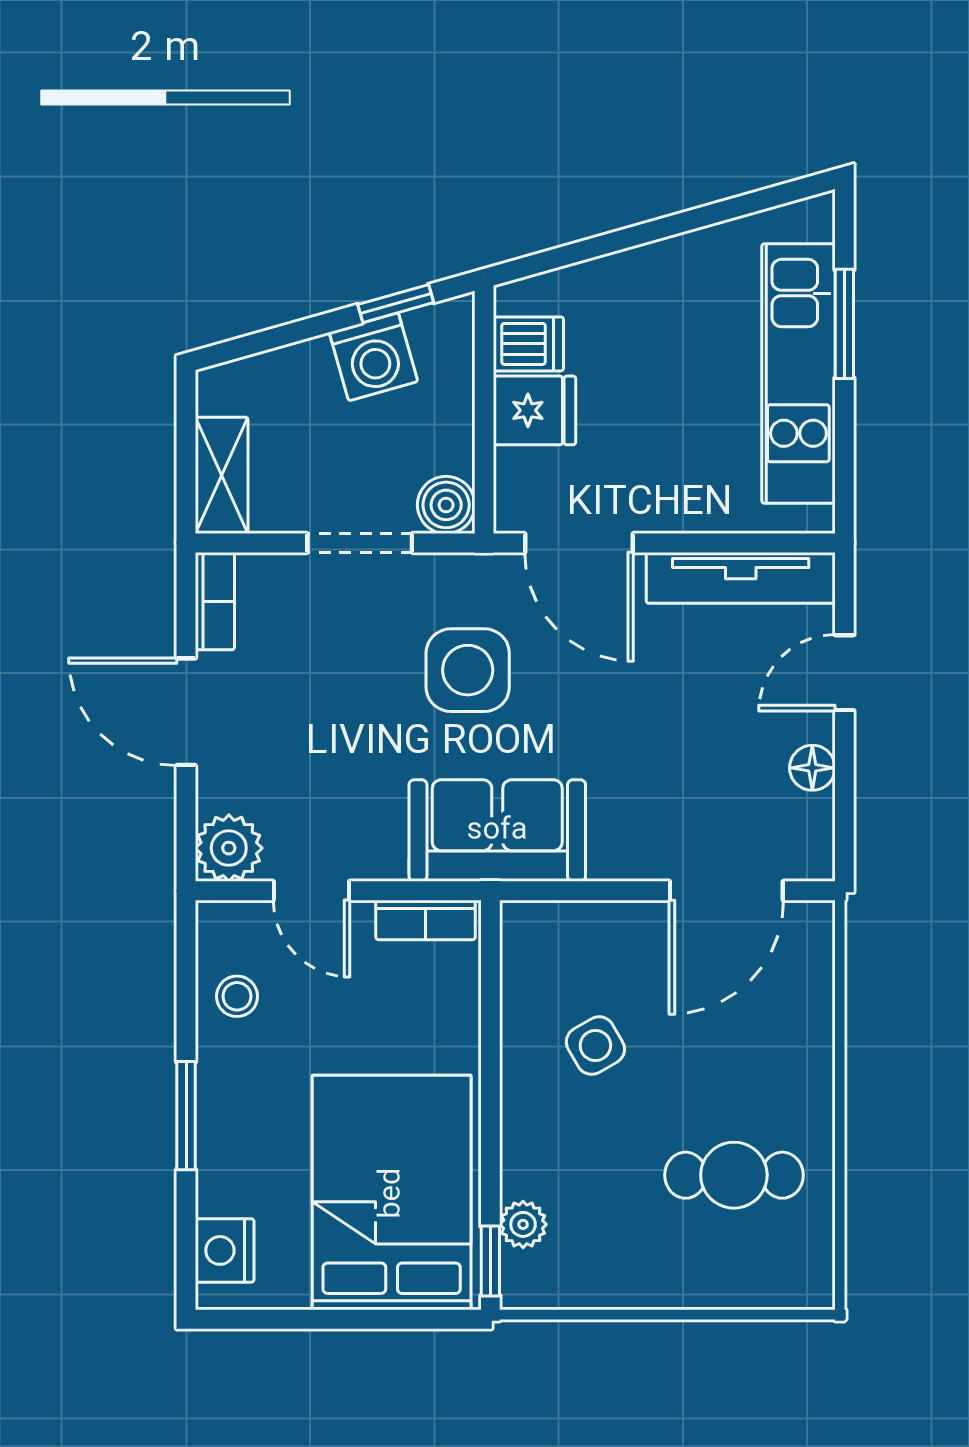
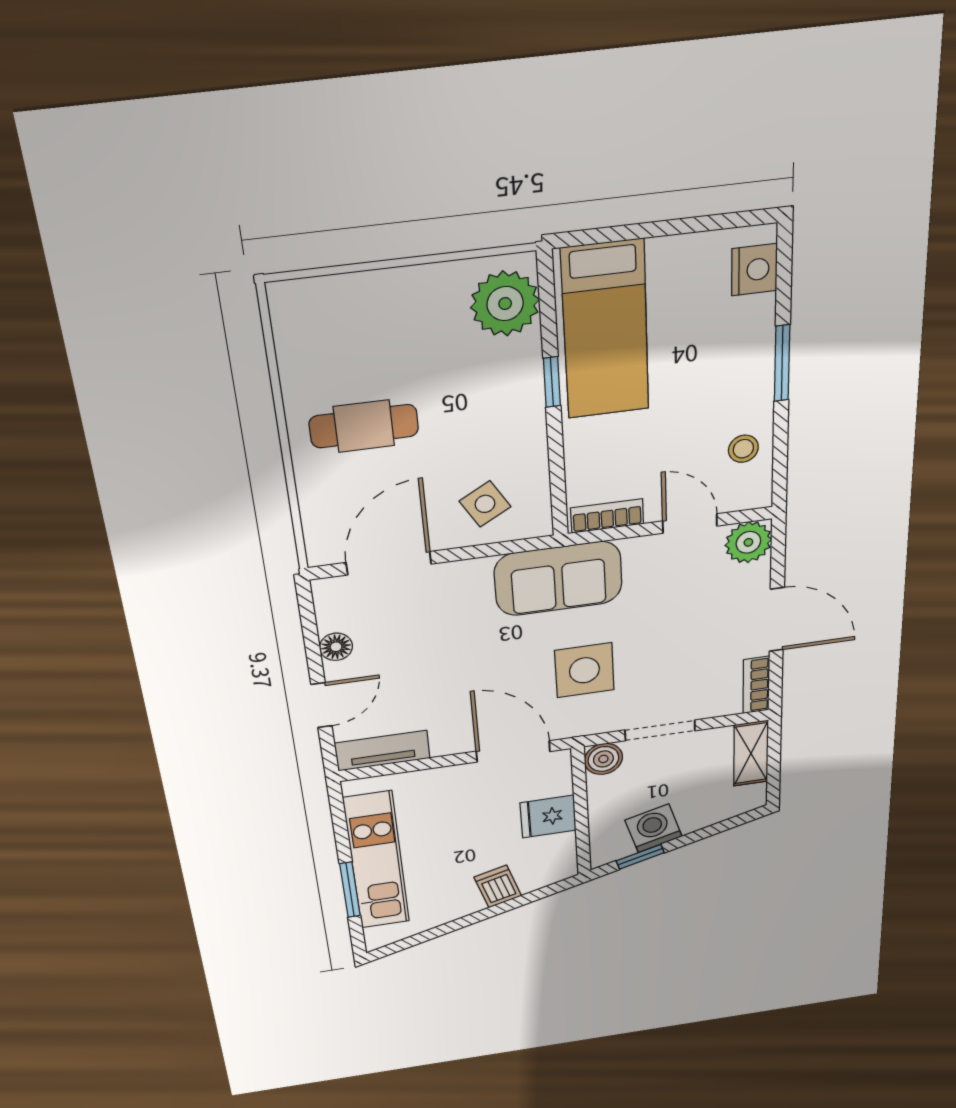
dishwasher: (528, 344) -> (498, 887), moved, turned 74
tv unit: (741, 578) -> (382, 751), width x0.71
side table: (595, 1046) -> (485, 504), moved
cafe table: (734, 1175) -> (364, 426), moved
bed: (392, 1193) -> (605, 330), width x0.67
plant: (523, 1224) -> (505, 304), width x1.88, depth x1.88
window: (490, 1261) -> (552, 382), moved

